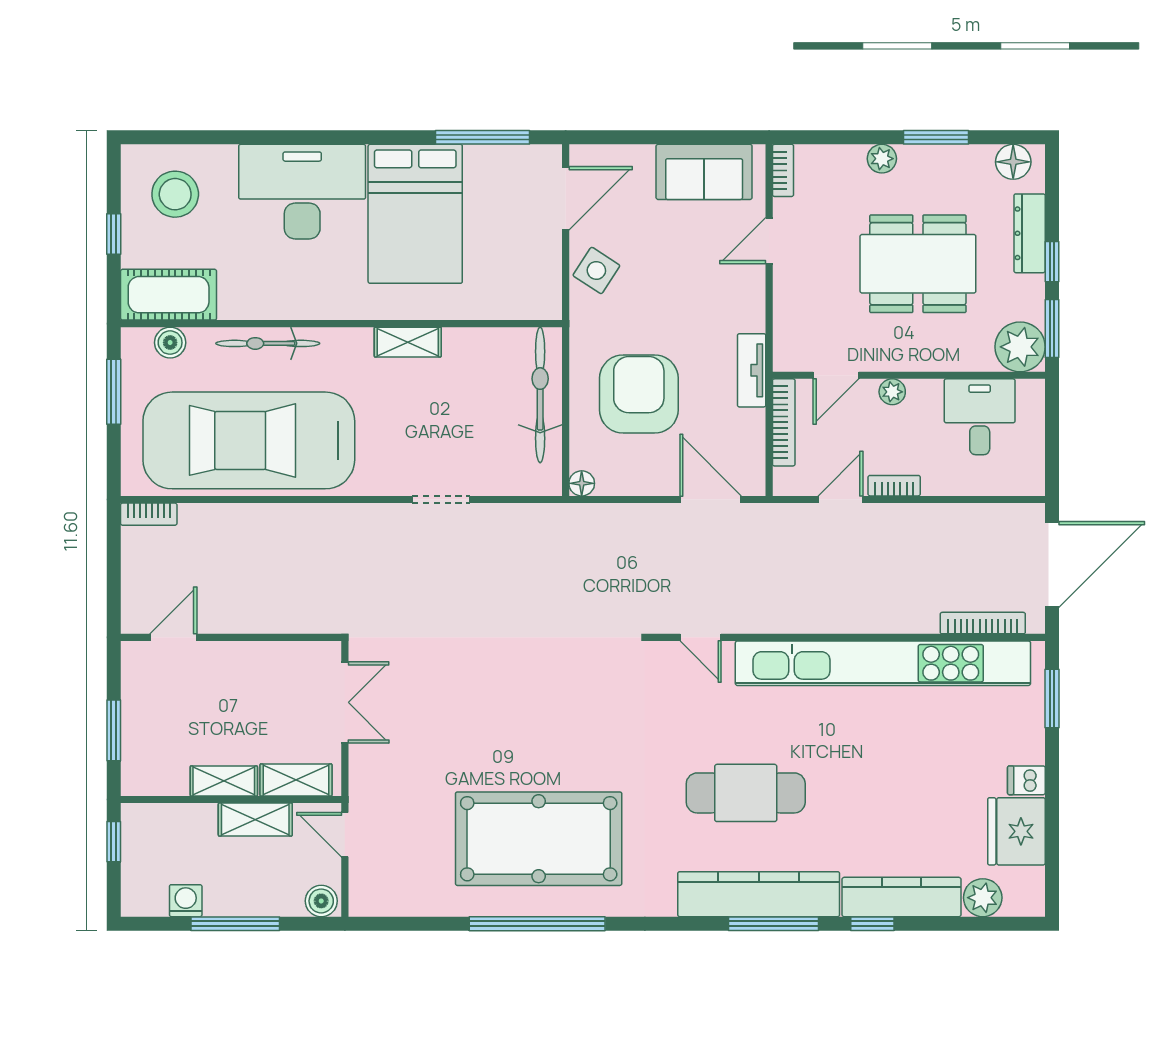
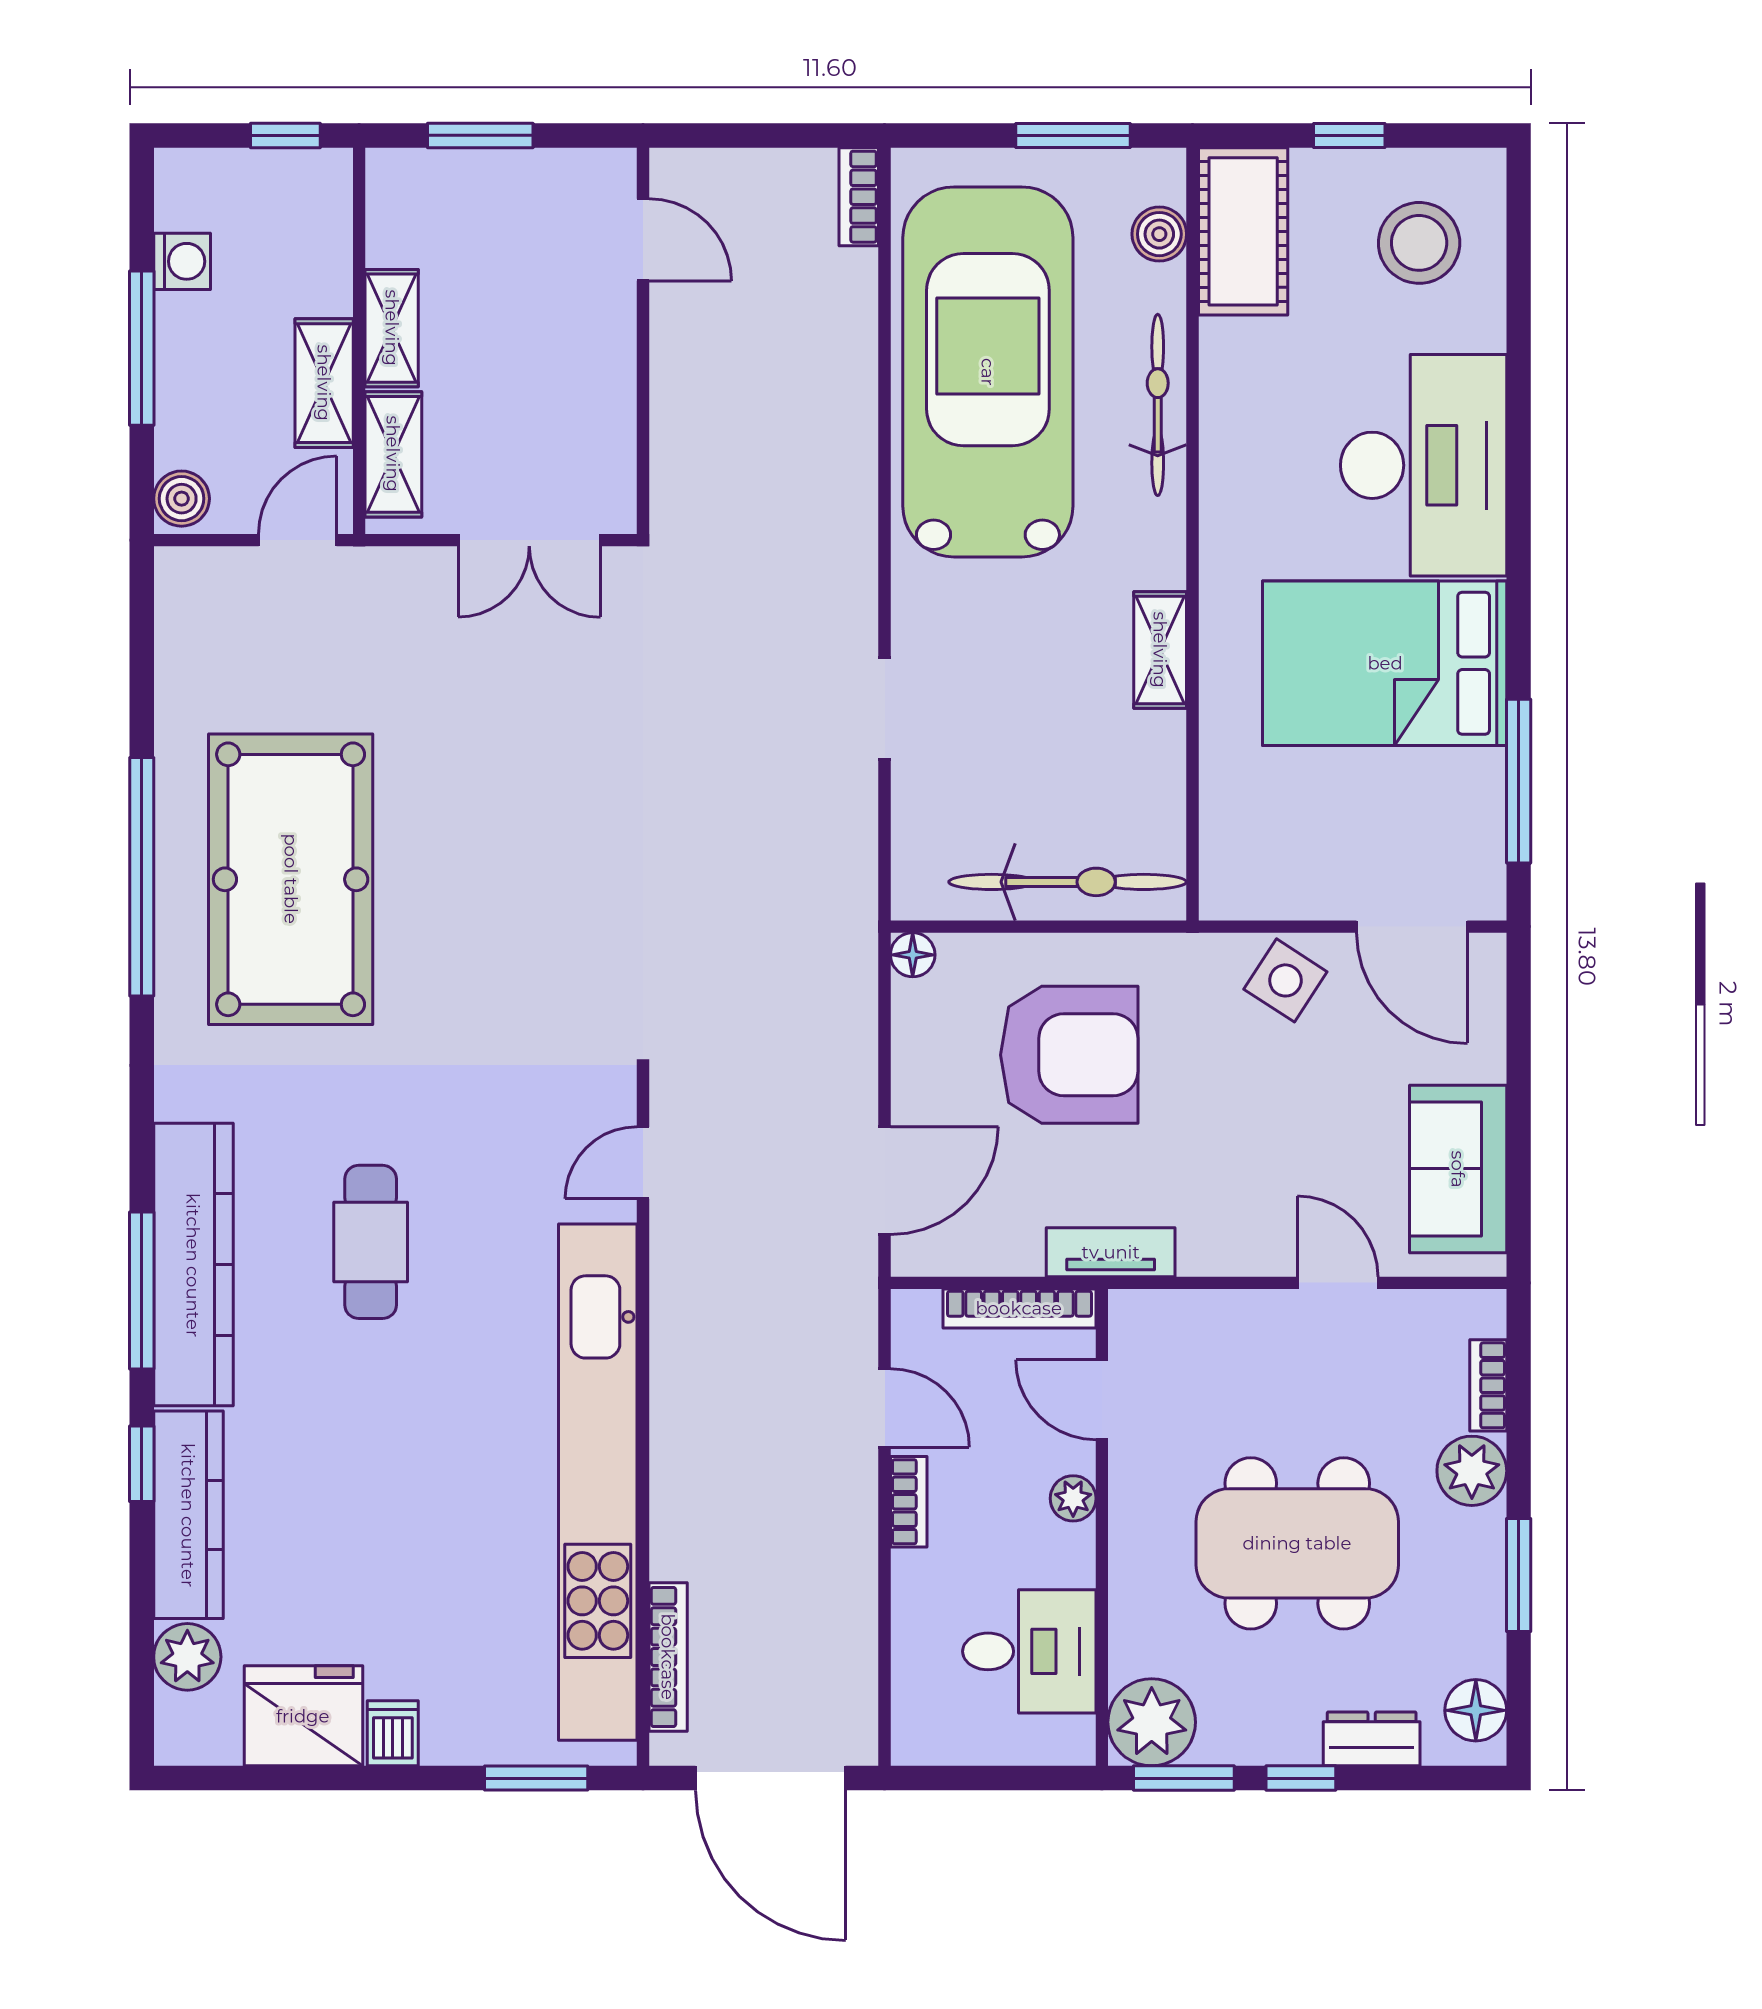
plant: (882, 159) -> (1472, 1471), width x1.38, depth x1.38
bookcase: (783, 170) -> (1488, 1385), moved, turned 90
dresser: (1030, 233) -> (1372, 1739), width x0.70
dining table: (918, 264) -> (1297, 1543), turned 90
cafe table: (746, 793) -> (371, 1242), width x0.73, depth x0.74

